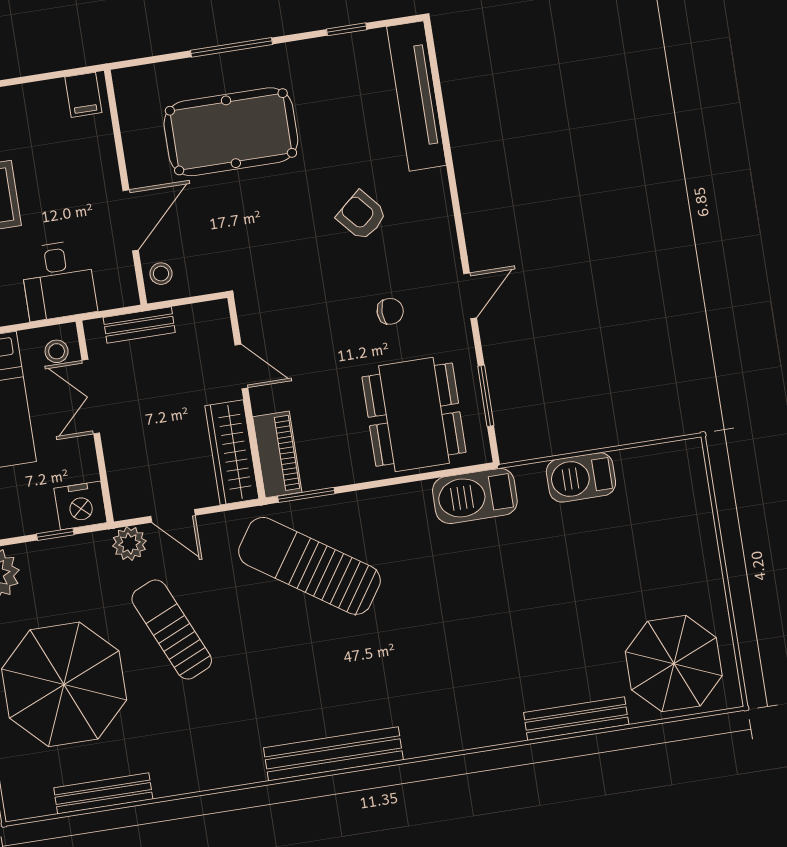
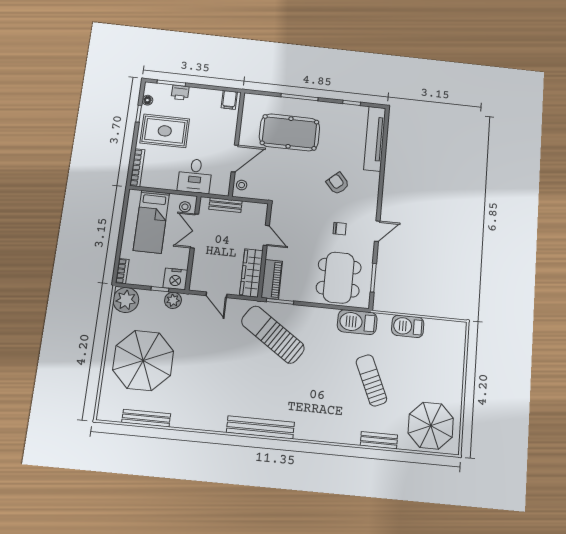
plant: (129, 544) -> (173, 300), moved
sun lounger: (172, 630) -> (371, 380), moved
bench: (576, 719) -> (379, 440), width x0.73

